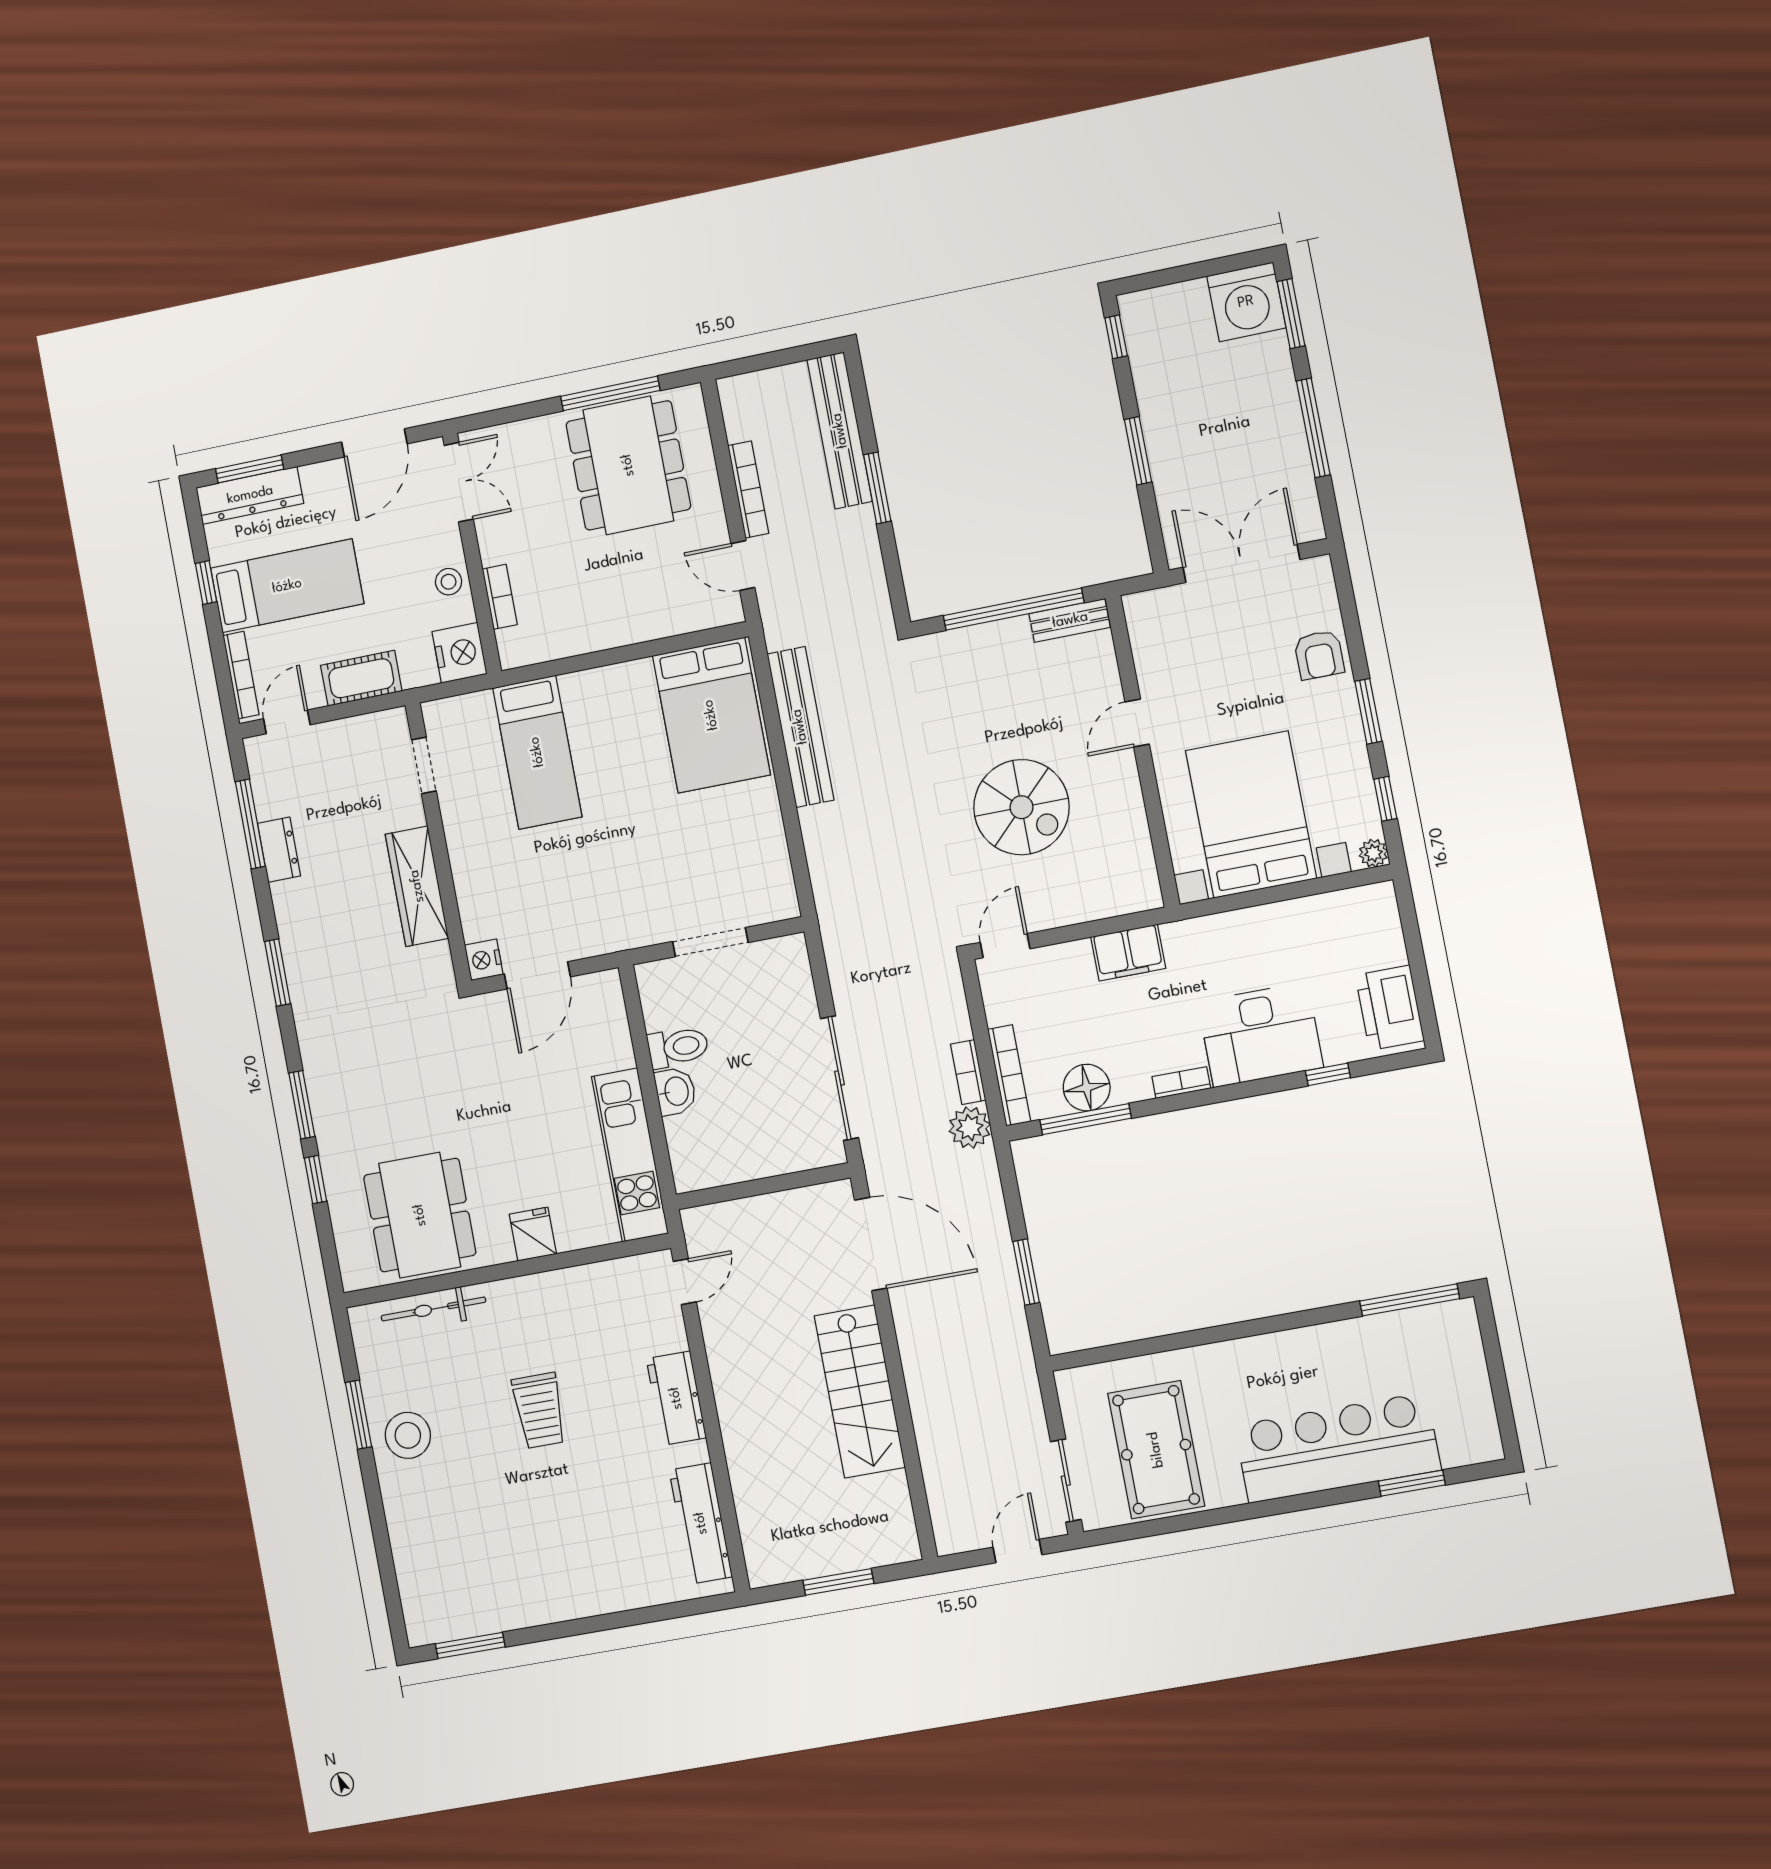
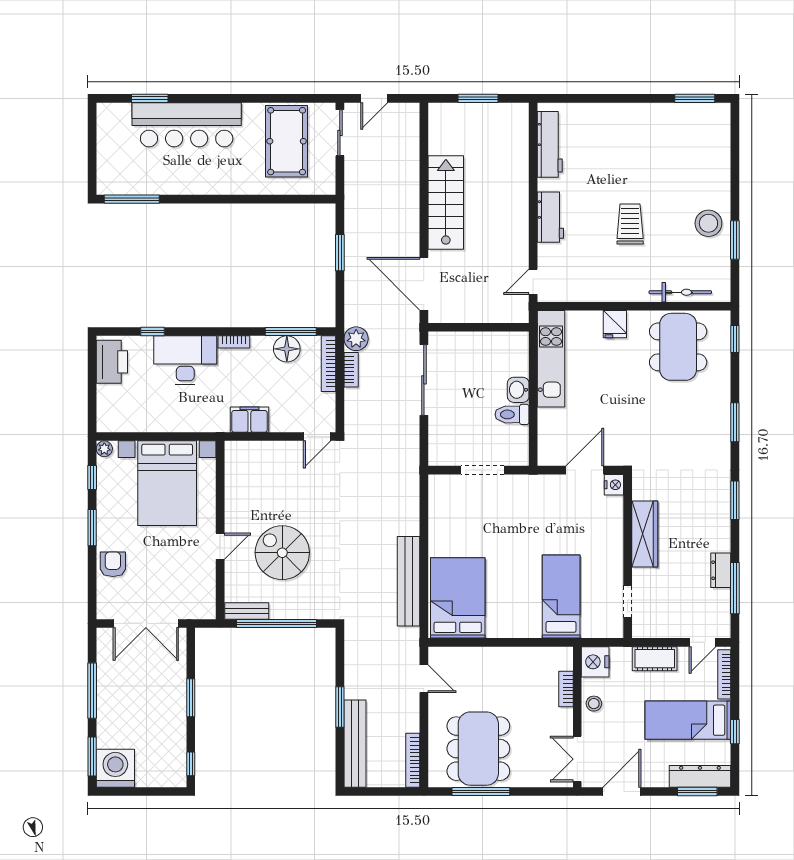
bookcase: (748, 490) -> (413, 760), moved
spiral stairs: (1021, 807) -> (282, 553), moved
window: (315, 1180) -> (735, 339), moved

